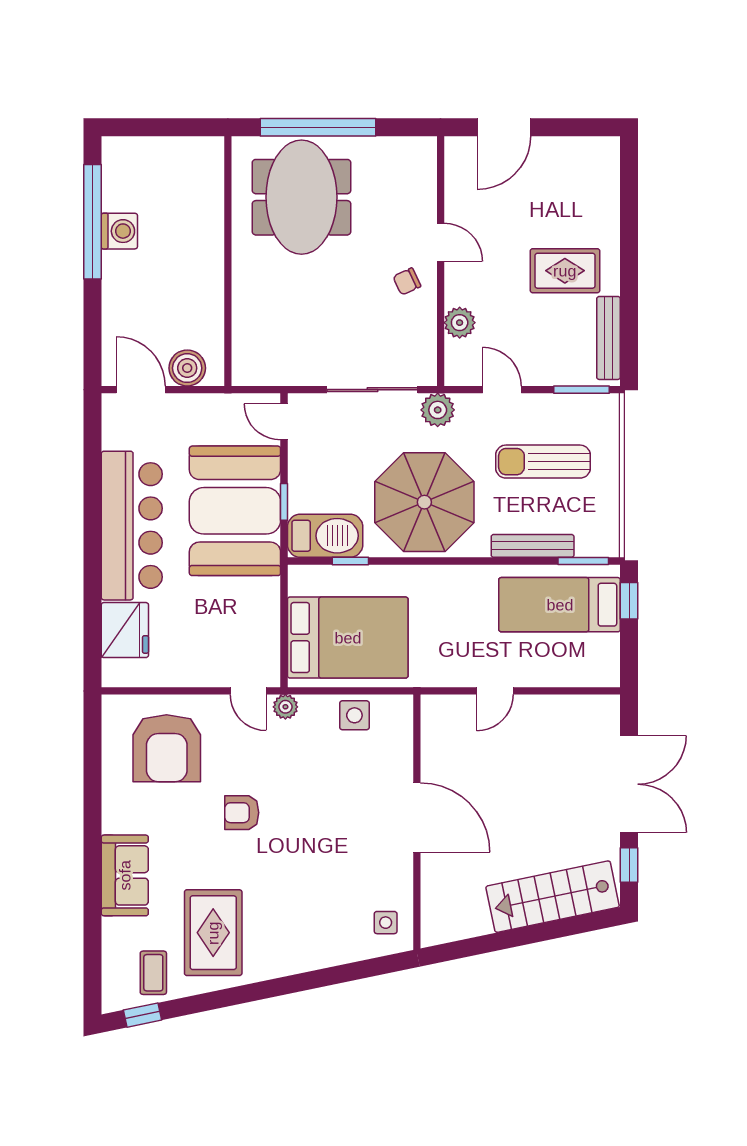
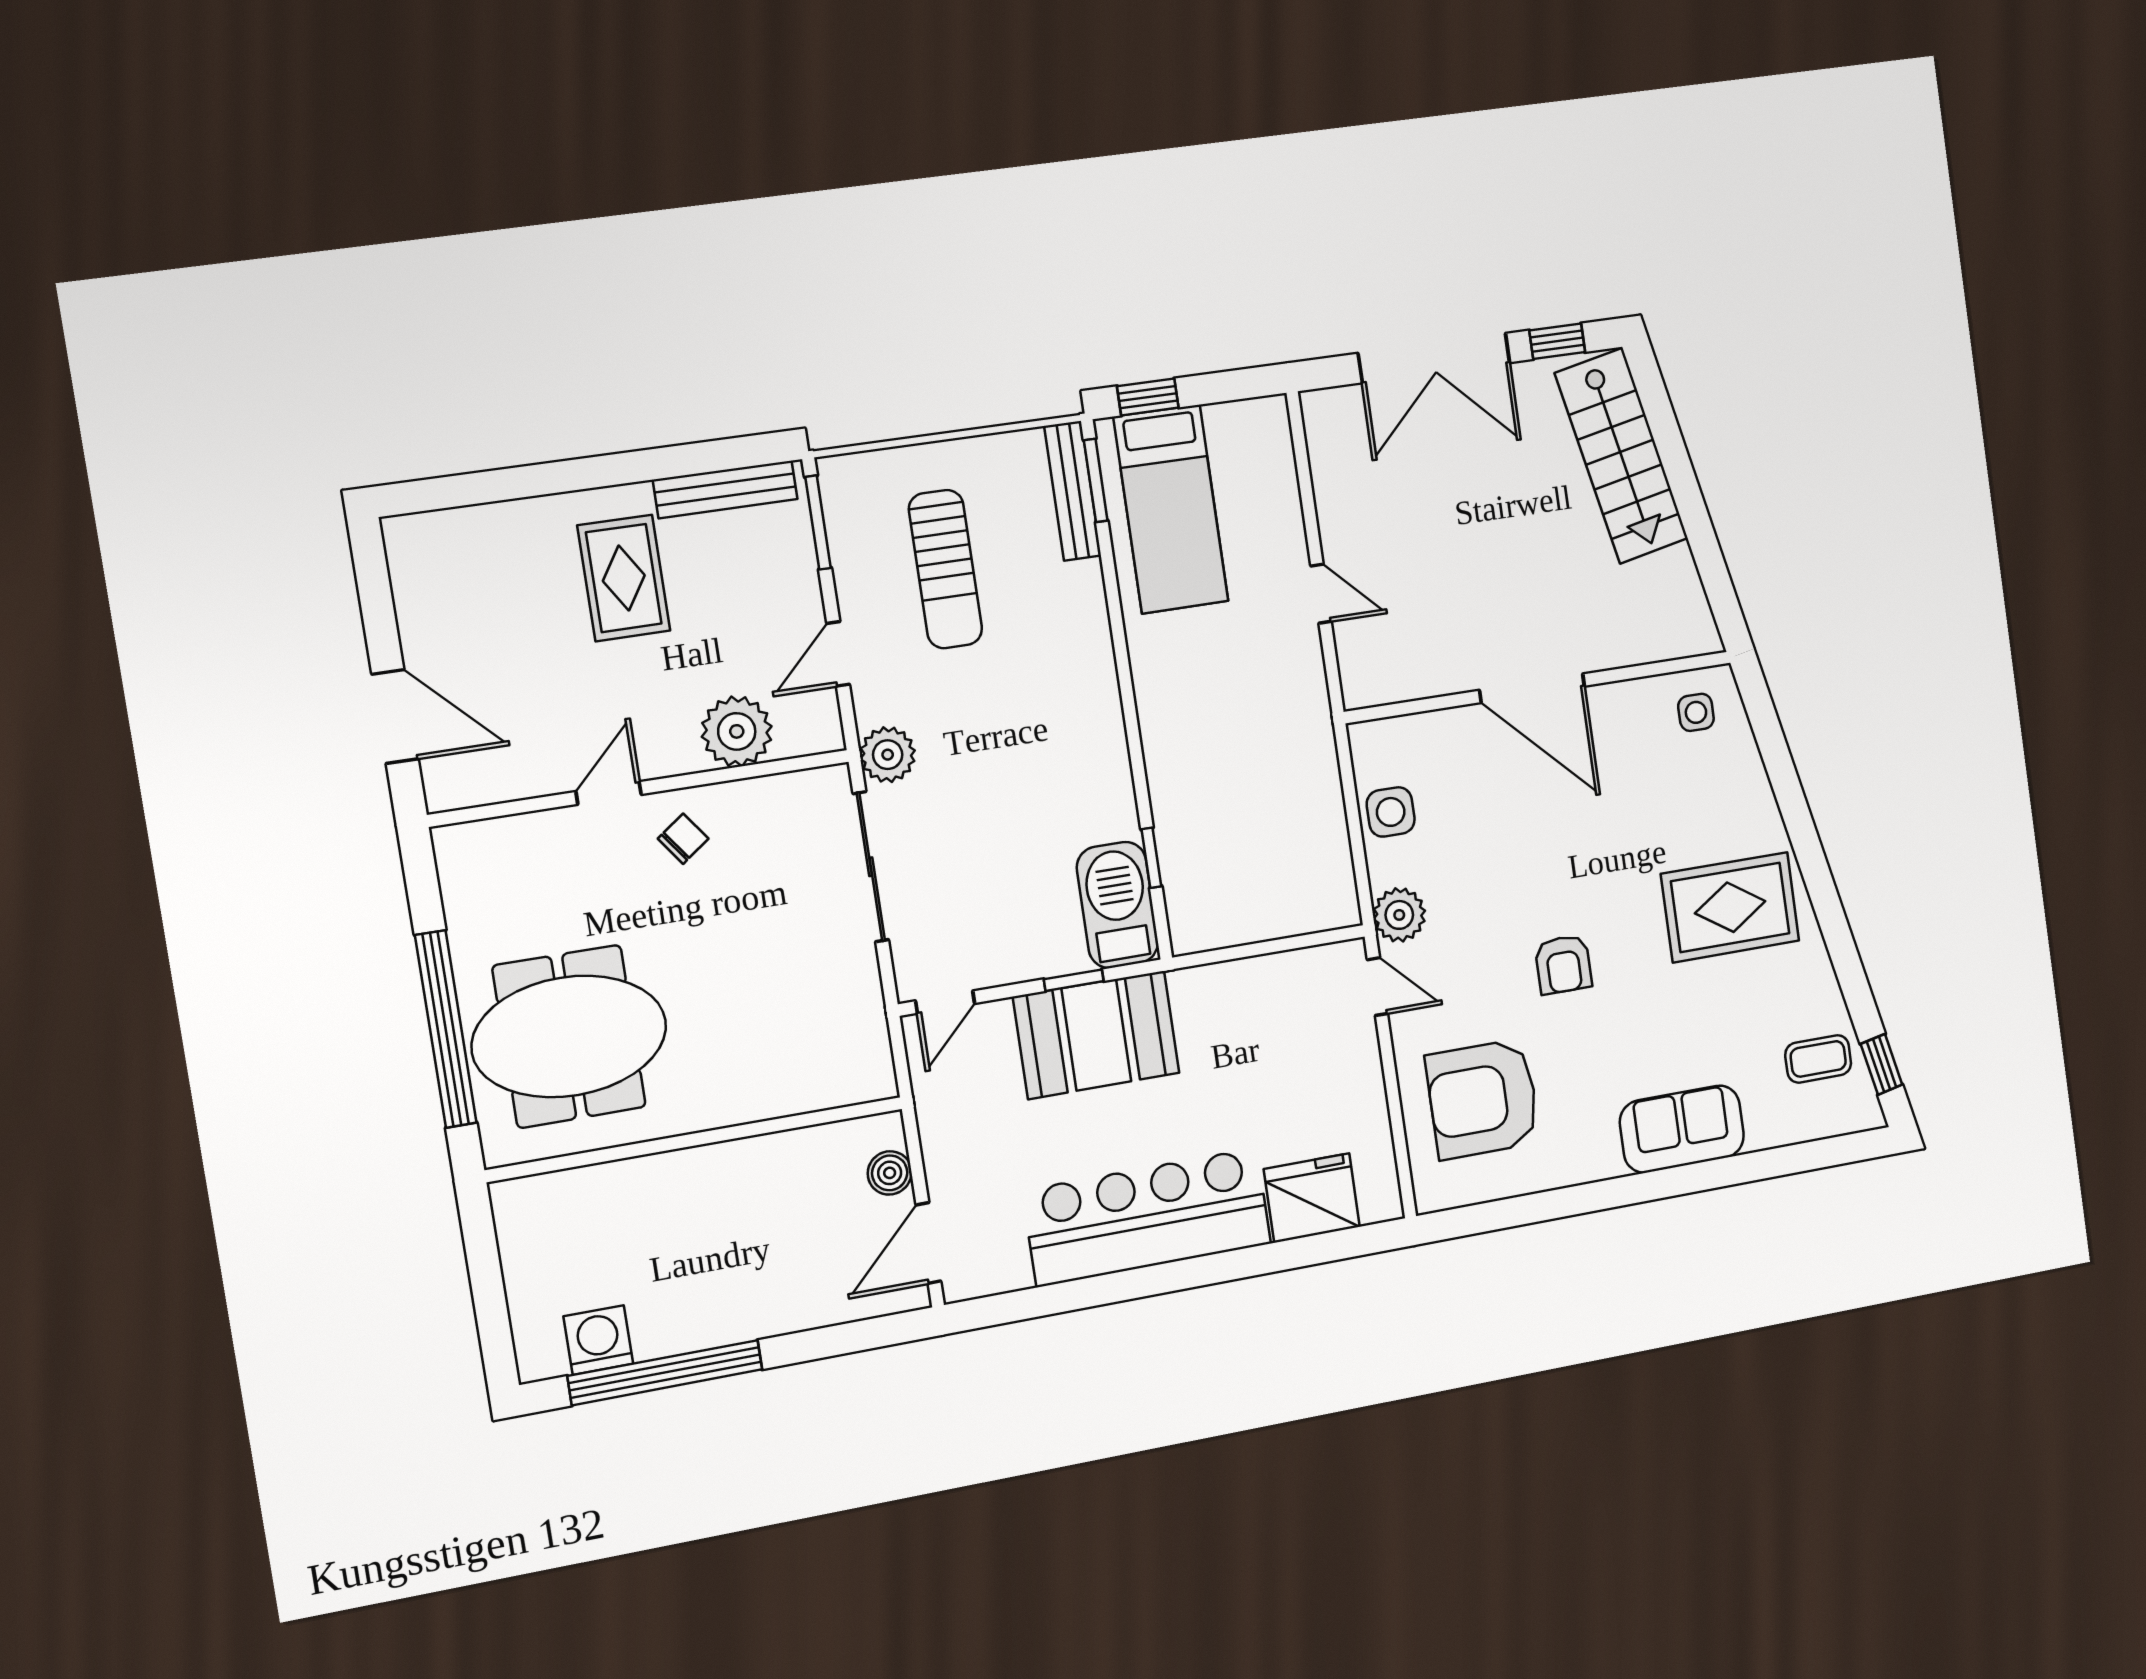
washing machine: (119, 231) -> (598, 1340), moved
chair: (407, 281) -> (683, 839), turned -101
plant: (460, 323) -> (737, 731), width x1.36, depth x1.36
boiler: (187, 368) -> (890, 1173), width x0.73, depth x0.73
parasol: (424, 502) -> (1040, 753), removed
booth: (235, 511) -> (1096, 1035), width x0.73, depth x0.70
bench: (533, 546) -> (1073, 491), moved
bed: (348, 638) -> (1272, 842), removed
door: (248, 691) -> (1377, 987), hinge flipped
plant: (285, 707) -> (1399, 915), width x1.38, depth x1.38
armchair: (167, 748) -> (1483, 1099), turned 180
double door: (629, 784) -> (1434, 358), swing flipped
door: (417, 817) -> (1532, 688), swing flipped
rug: (213, 933) -> (1730, 907), moved

